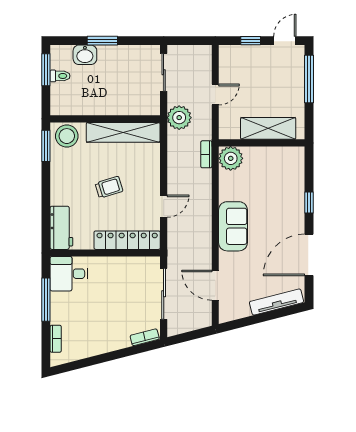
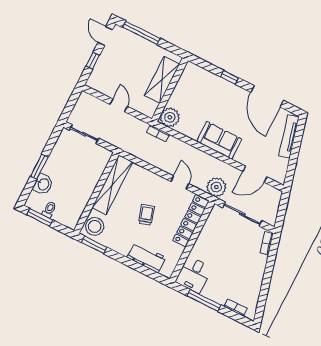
plant: (179, 118) -> (216, 187), moved
workbench: (61, 228) -> (146, 257), moved

